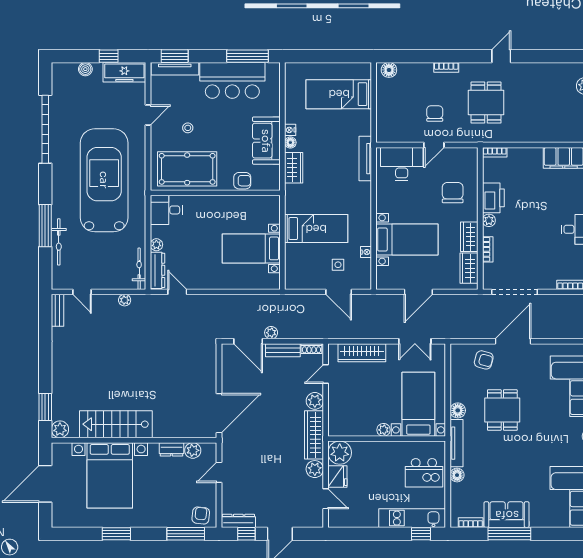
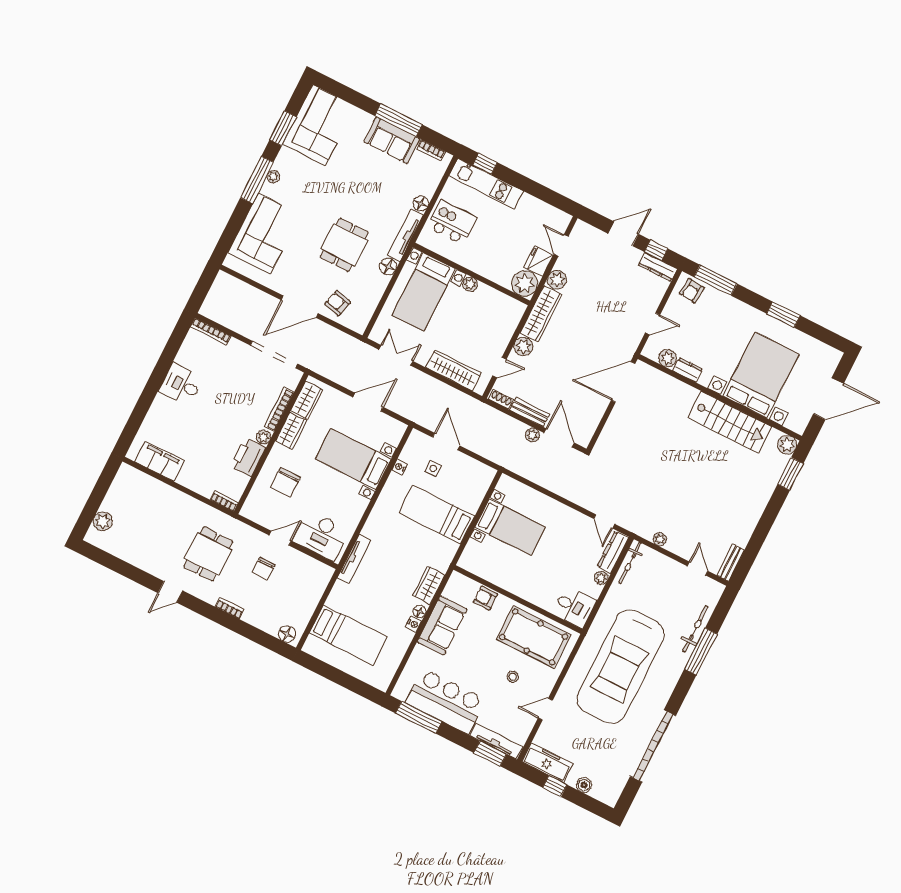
bookcase: (488, 249) -> (279, 409), width x1.56

